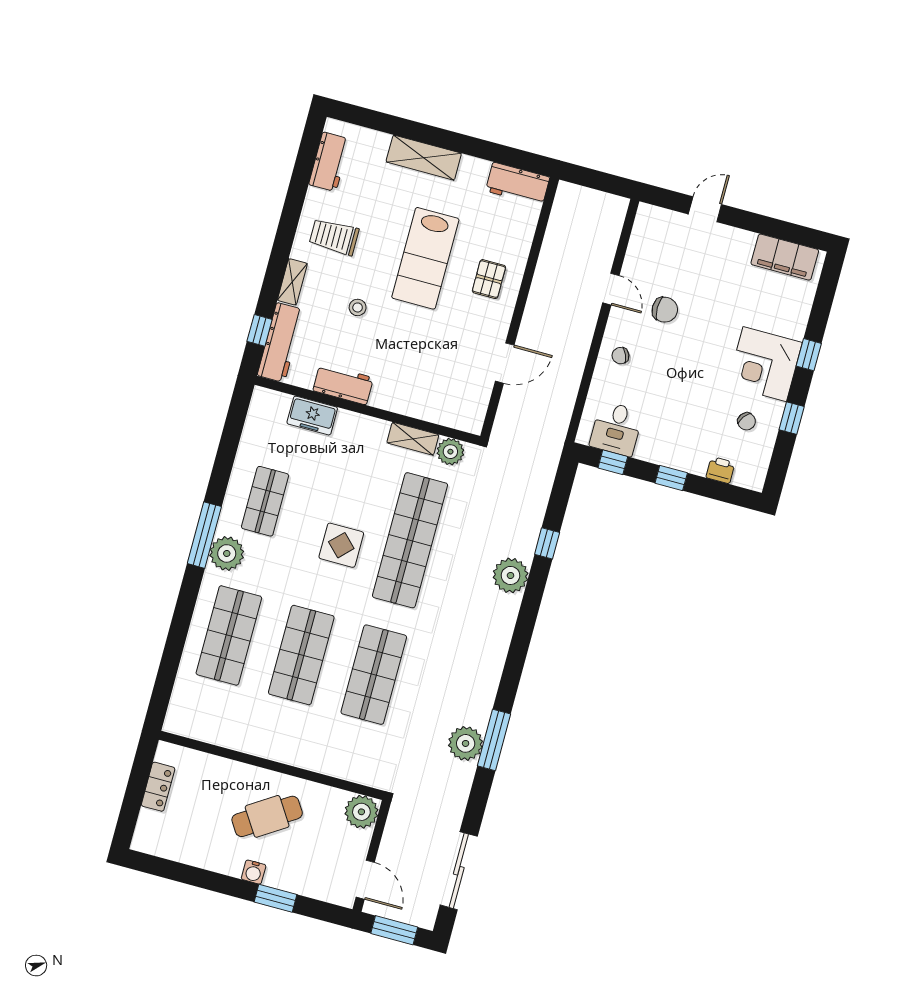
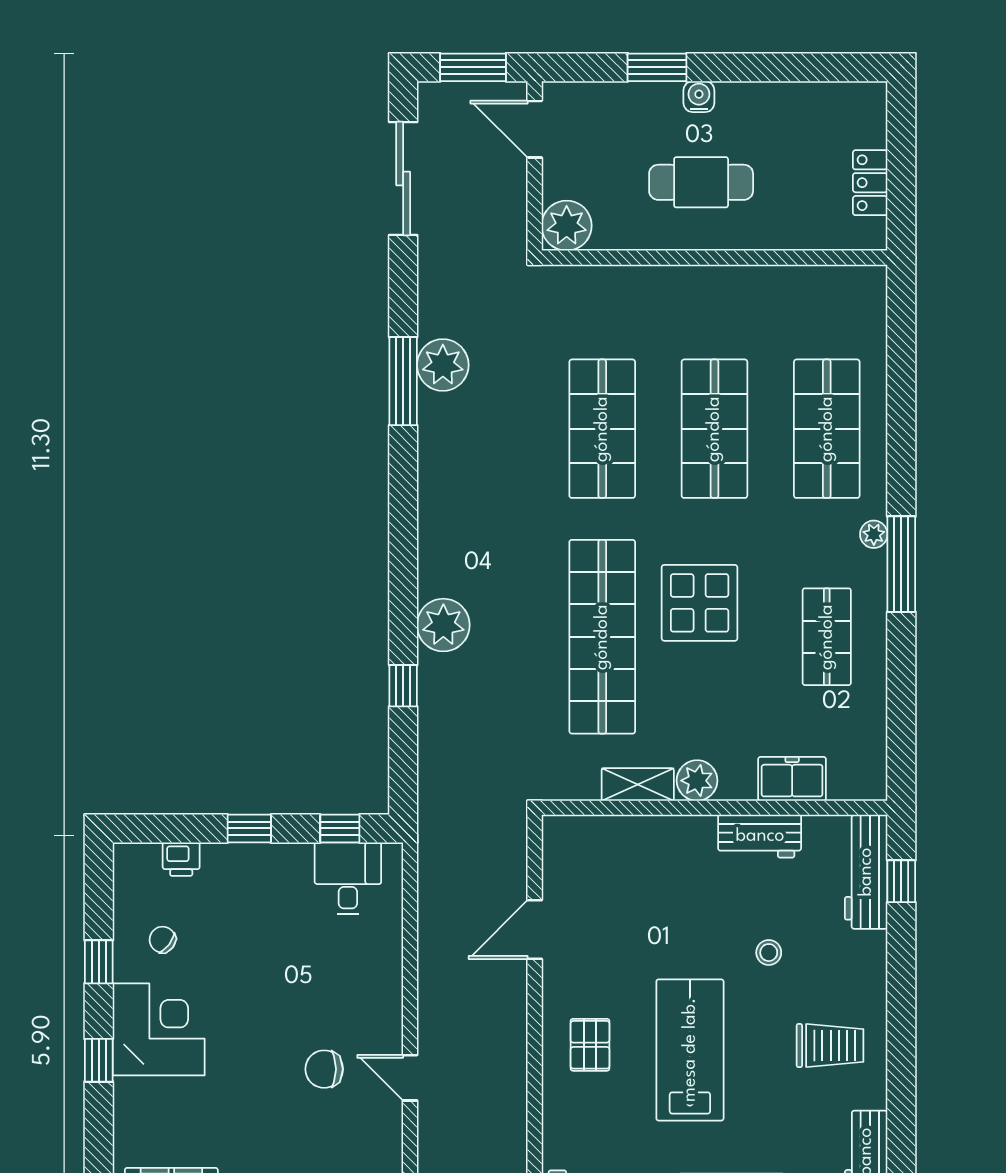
shelving: (292, 282) -> (873, 964), removed
chair: (620, 356) -> (370, 985), removed
plant: (450, 452) -> (697, 781), moved
display table: (341, 545) -> (700, 603), width x1.36, depth x1.36
plant: (227, 553) -> (874, 534), width x0.53, depth x0.53
cafe table: (267, 816) -> (701, 182), turned 33

